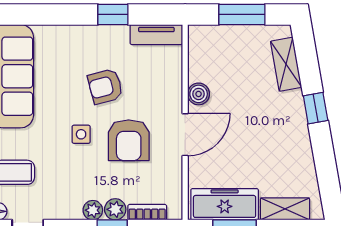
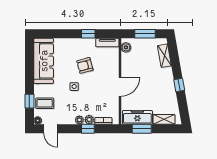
boiler: (199, 94) -> (126, 47), moved
window: (316, 108) -> (179, 85), moved
armchair: (129, 140) -> (95, 89), removed

